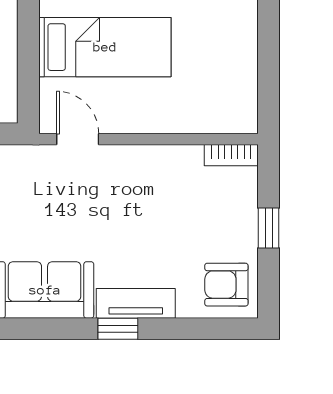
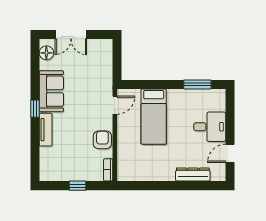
armchair: (226, 285) -> (102, 140), moved
window: (118, 329) -> (35, 109), moved

